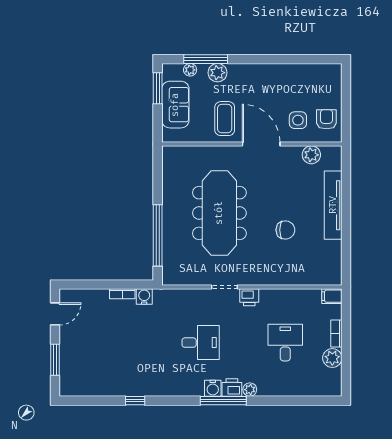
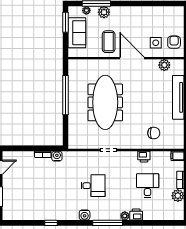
chair: (285, 230) -> (154, 133), moved
window: (158, 235) -> (66, 95), moved
printer: (249, 297) -> (144, 157), moved
water cooler: (213, 388) -> (85, 215), moved
printer: (232, 388) -> (136, 215), moved

